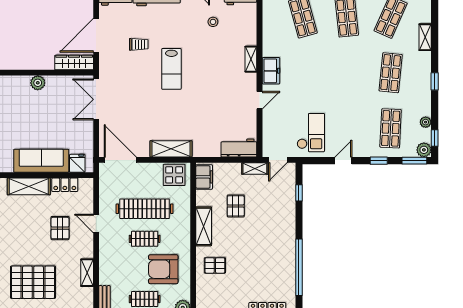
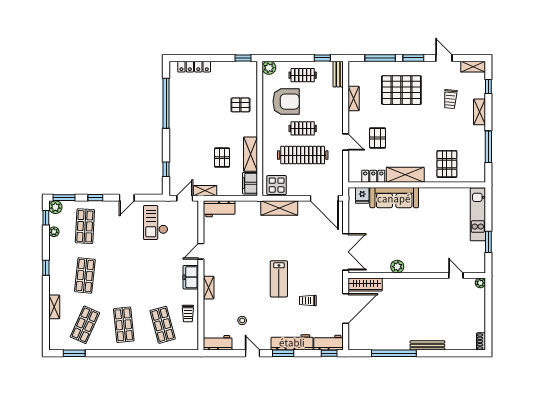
trolley: (274, 30) -> (188, 314), added
lab bench: (171, 69) -> (279, 279), turned 180
shelving: (204, 226) -> (250, 154), moved

